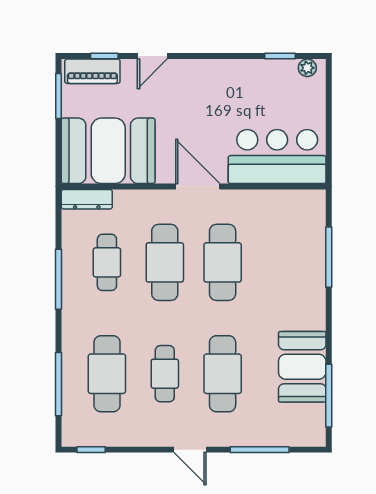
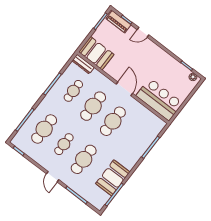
booth: (108, 151) -> (96, 53), width x0.73, depth x0.70

